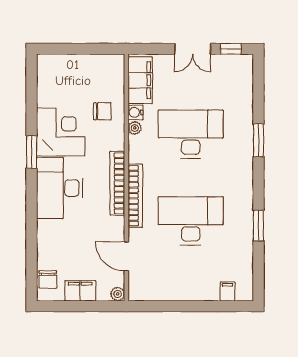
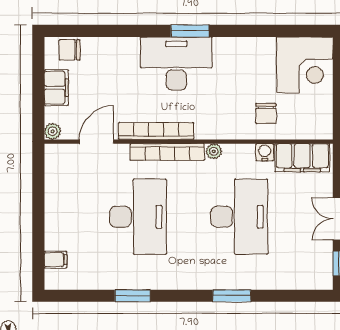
plant: (135, 128) -> (214, 151), moved
corner desk: (61, 132) -> (305, 65), moved
window: (32, 152) -> (190, 31), moved
bookcase: (117, 183) -> (156, 131), moved

